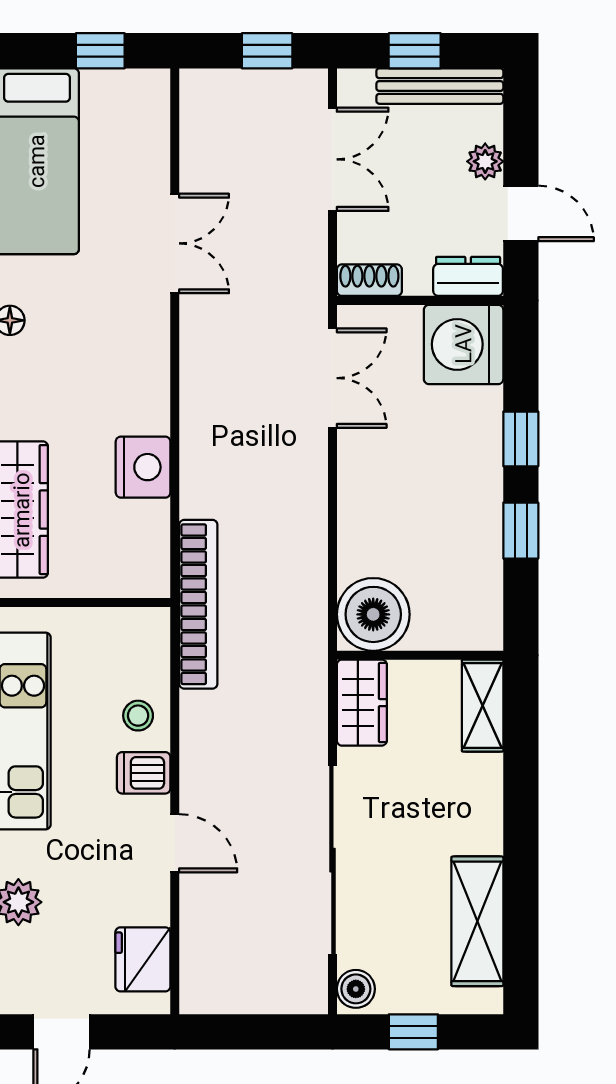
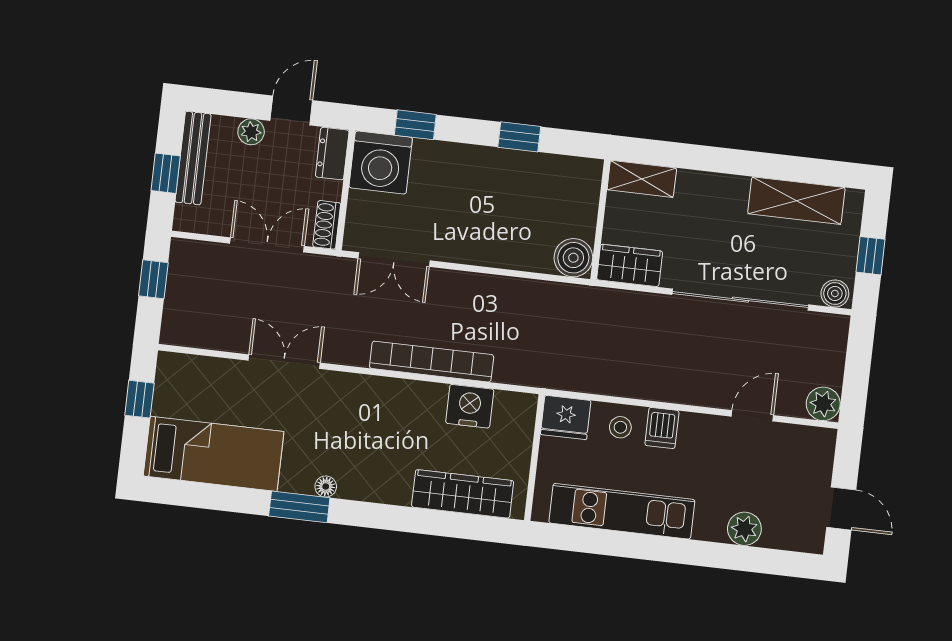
double door: (332, 159) -> (267, 245), moved
double door: (332, 378) -> (394, 260), swing flipped
window: (521, 439) -> (415, 125), moved
nightstand: (143, 467) -> (470, 406), moved
bookcase: (198, 604) -> (432, 362), moved
boiler: (373, 614) -> (573, 258), width x0.73, depth x0.73
door: (175, 843) -> (752, 416), moved
fridge: (143, 959) -> (566, 417), moved
plant: (203, 990) -> (823, 404), added

